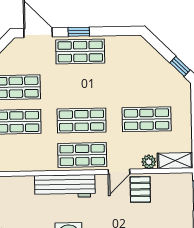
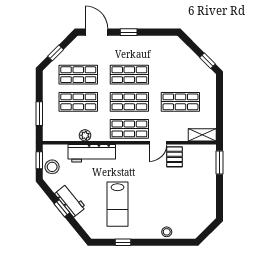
shop shelf: (80, 51) -> (129, 75), moved
plant: (149, 162) -> (85, 135), moved
workbench: (65, 186) -> (92, 153), moved

